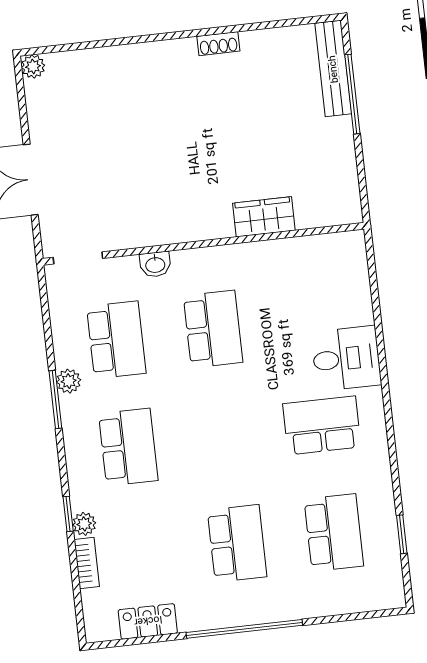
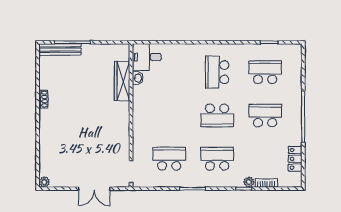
wardrobe: (264, 217) -> (122, 81), width x1.50
washbasin: (155, 264) -> (138, 78), moved
school desk: (213, 329) -> (217, 115), moved, turned 180
desk: (346, 358) -> (147, 57), moved, turned -90
plant: (69, 381) -> (185, 182), removed

